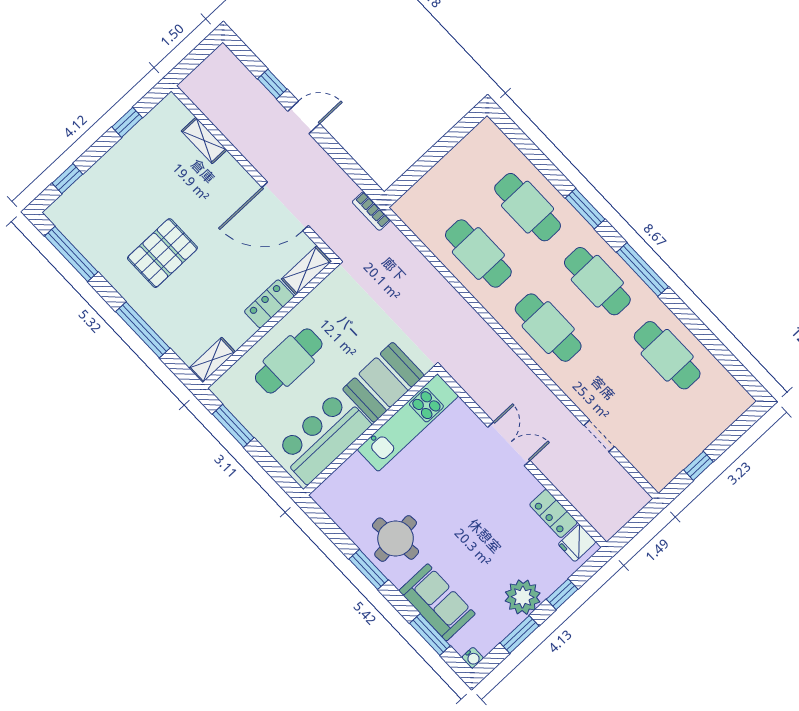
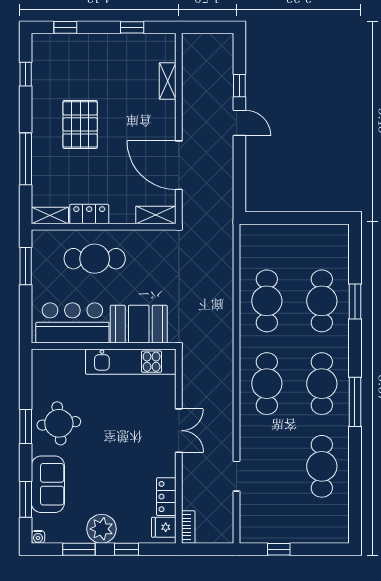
window: (585, 209) -> (355, 302), moved
bookcase: (371, 211) -> (188, 527), moved, turned 180
pallet: (162, 253) -> (80, 124), turned 90
window: (71, 254) -> (26, 74), width x0.46
locker: (269, 304) -> (89, 214), moved

